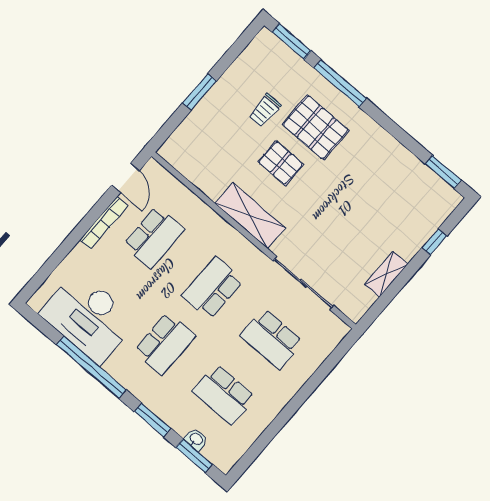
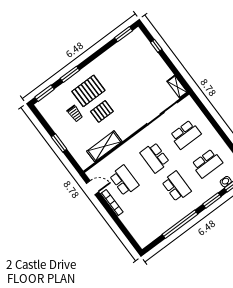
window: (340, 83) -> (70, 74), width x0.69
shelving: (250, 216) -> (104, 146), moved
shelving: (386, 274) -> (177, 87), moved
desk: (88, 317) -> (156, 220), removed

